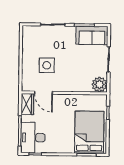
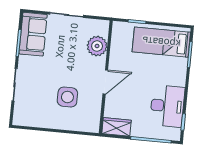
plant: (99, 84) -> (97, 46), moved
door: (44, 93) -> (105, 82), moved
bed: (89, 132) -> (161, 42), width x0.67
desk: (33, 138) -> (167, 106), moved, turned -90

